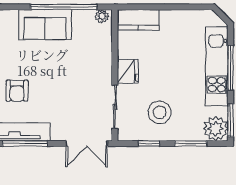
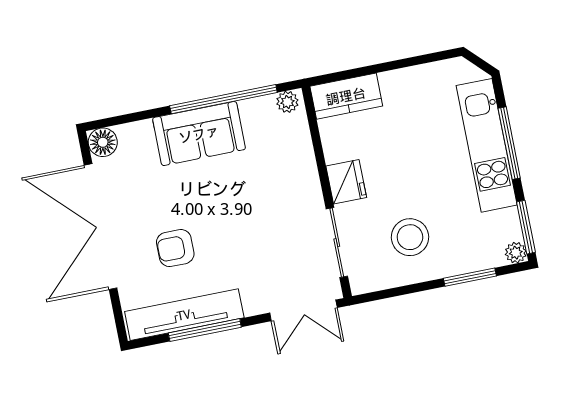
armchair: (17, 91) -> (175, 248), turned 90
plant: (216, 129) -> (516, 253), width x0.53, depth x0.53
window: (149, 144) -> (403, 291), removed

